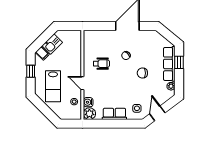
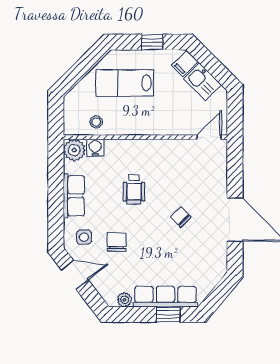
wheelchair: (101, 64) -> (134, 189), moved
chair: (142, 73) -> (117, 242), moved
door: (82, 83) -> (209, 137), moved

